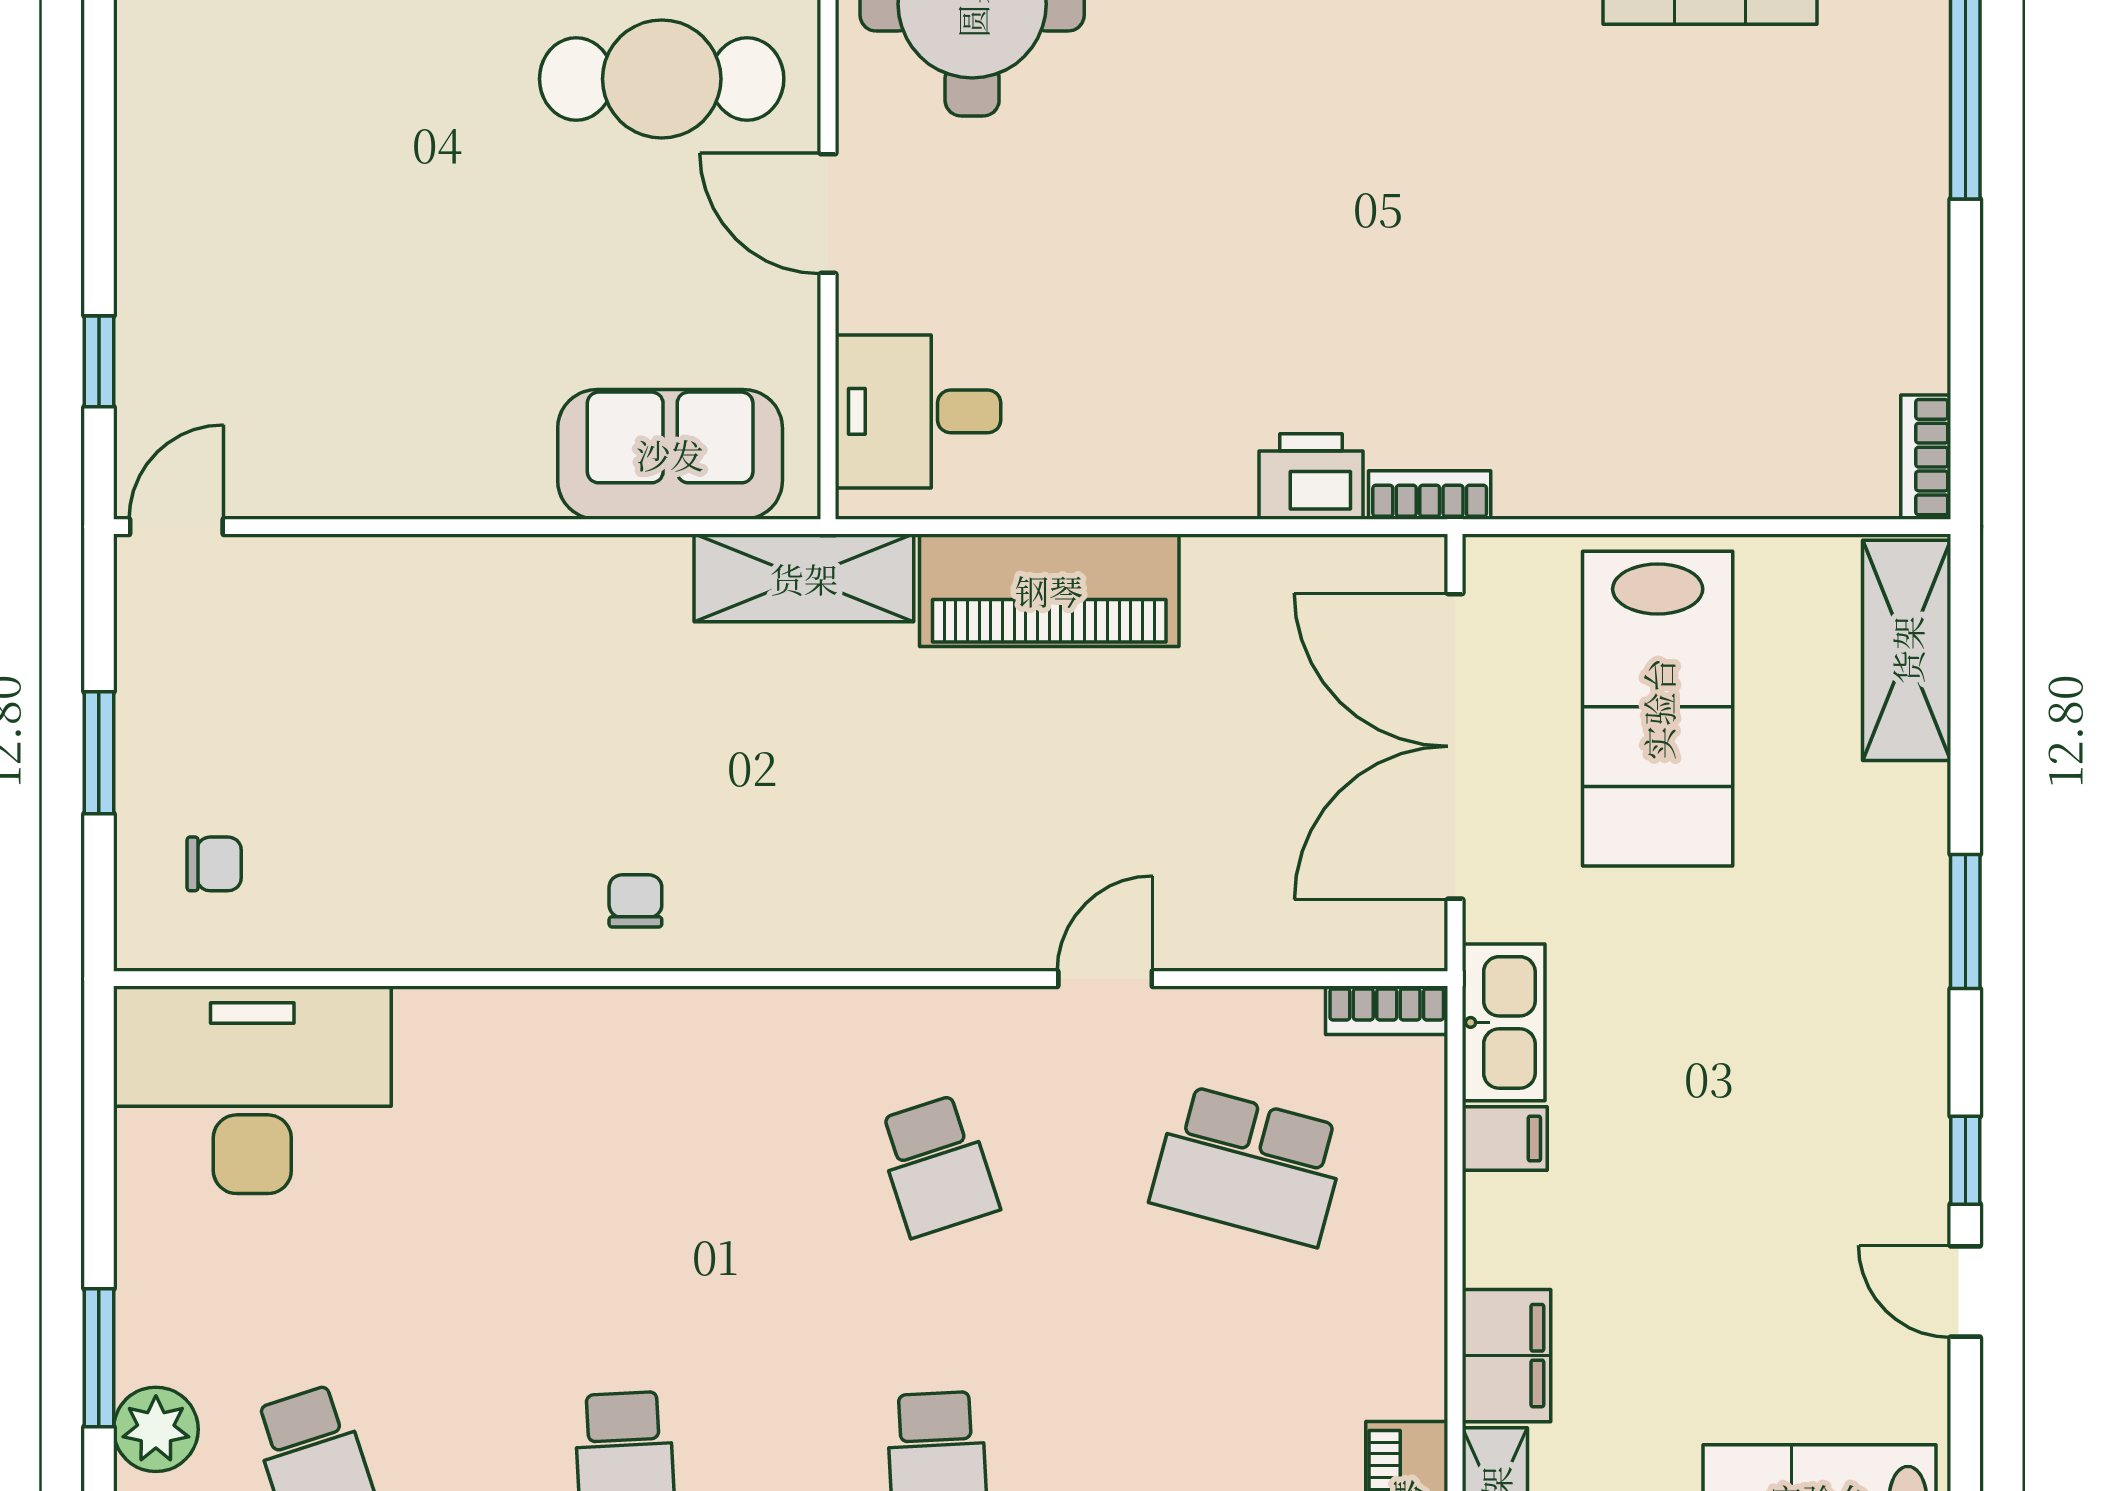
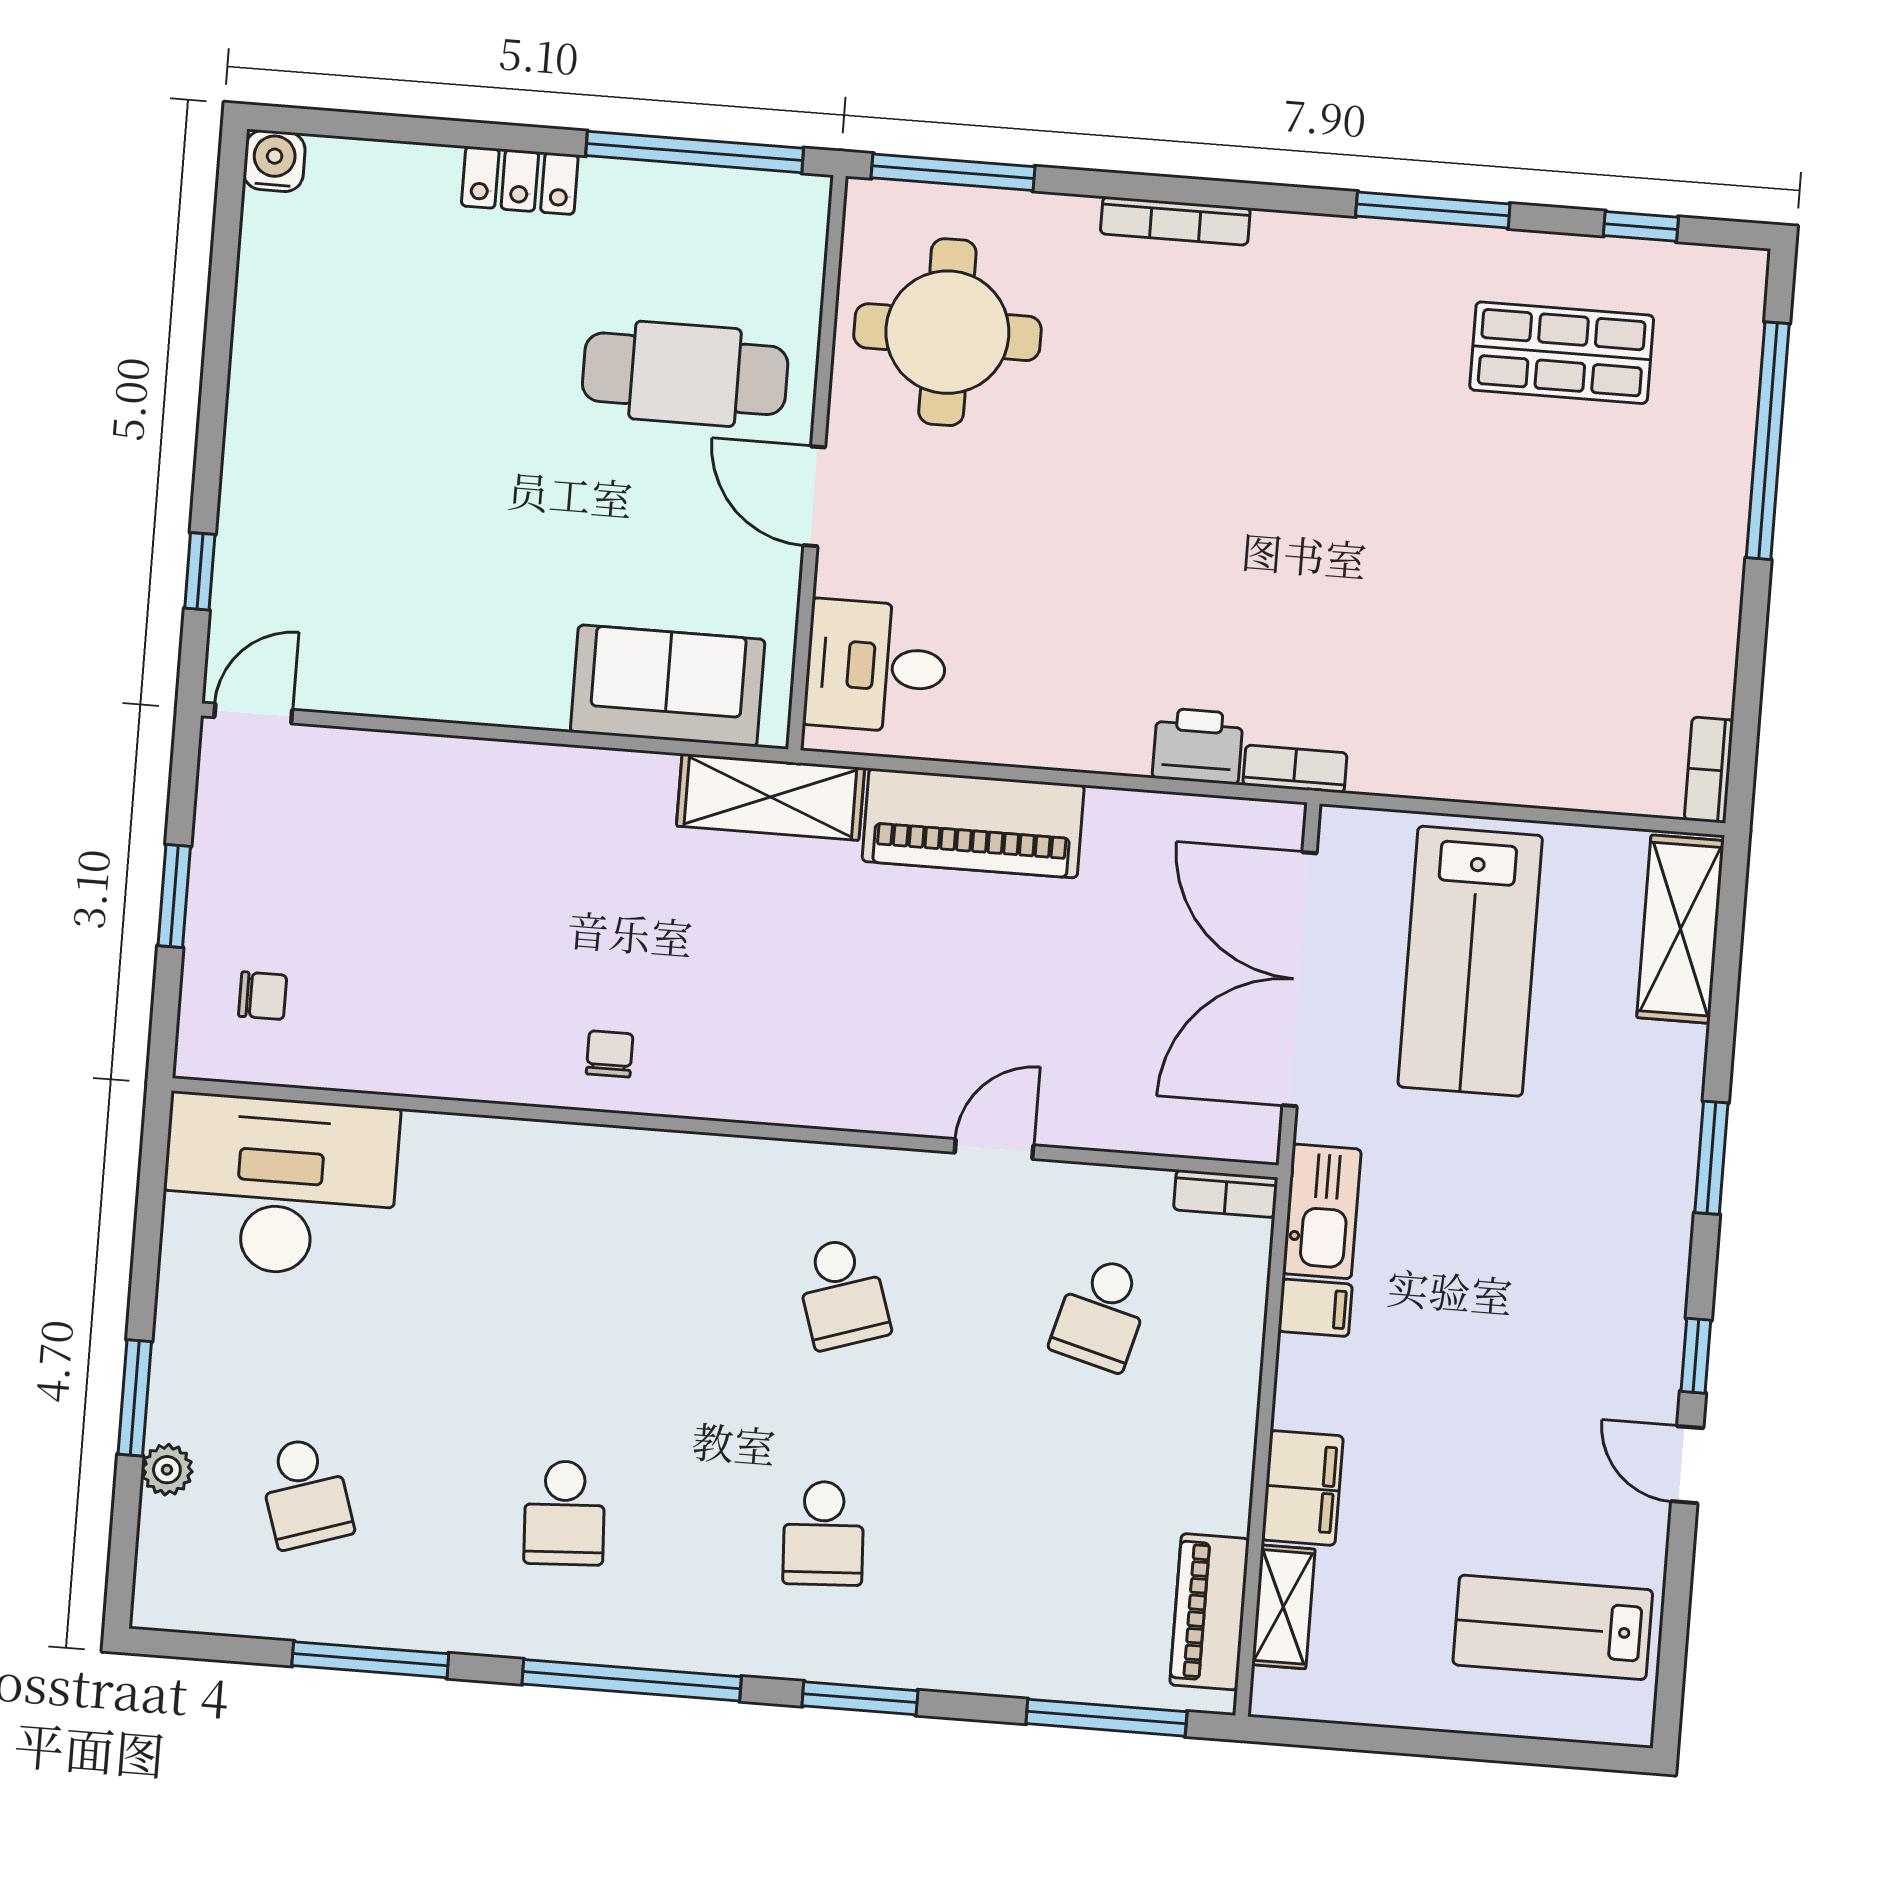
school desk: (1249, 1166) -> (1101, 1313), width x0.54
plant: (156, 1429) -> (167, 1470), width x0.73, depth x0.73

